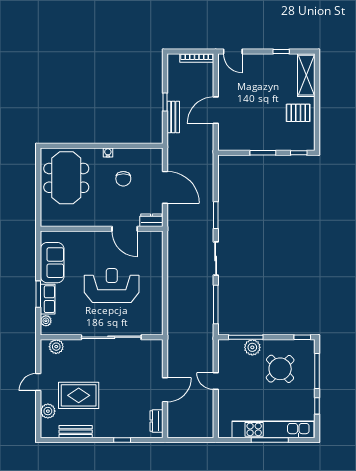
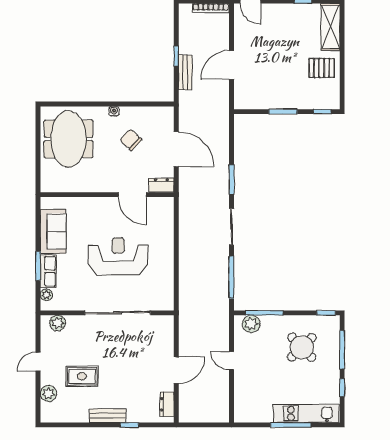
chair: (123, 179) -> (131, 140), turned 133
plant: (252, 347) -> (251, 324), moved
rug: (79, 395) -> (82, 376), width x0.73, depth x0.70
kitchen unit: (273, 429) -> (306, 413), width x0.73
bench: (76, 432) -> (108, 416), moved

